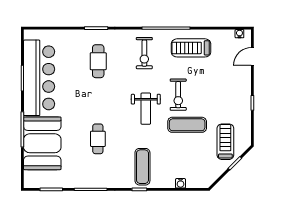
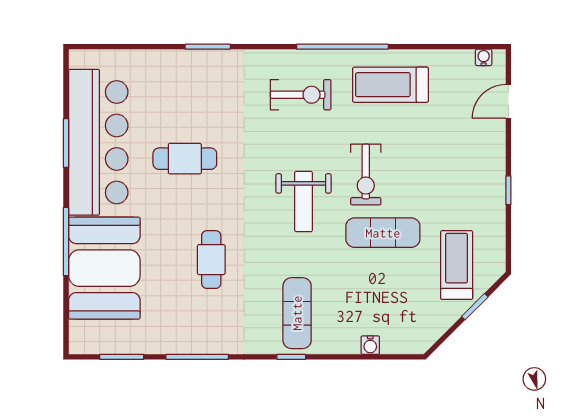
exercise bike: (144, 53) -> (301, 95), turned -90
cafe table: (98, 61) -> (185, 159), moved, turned 90

